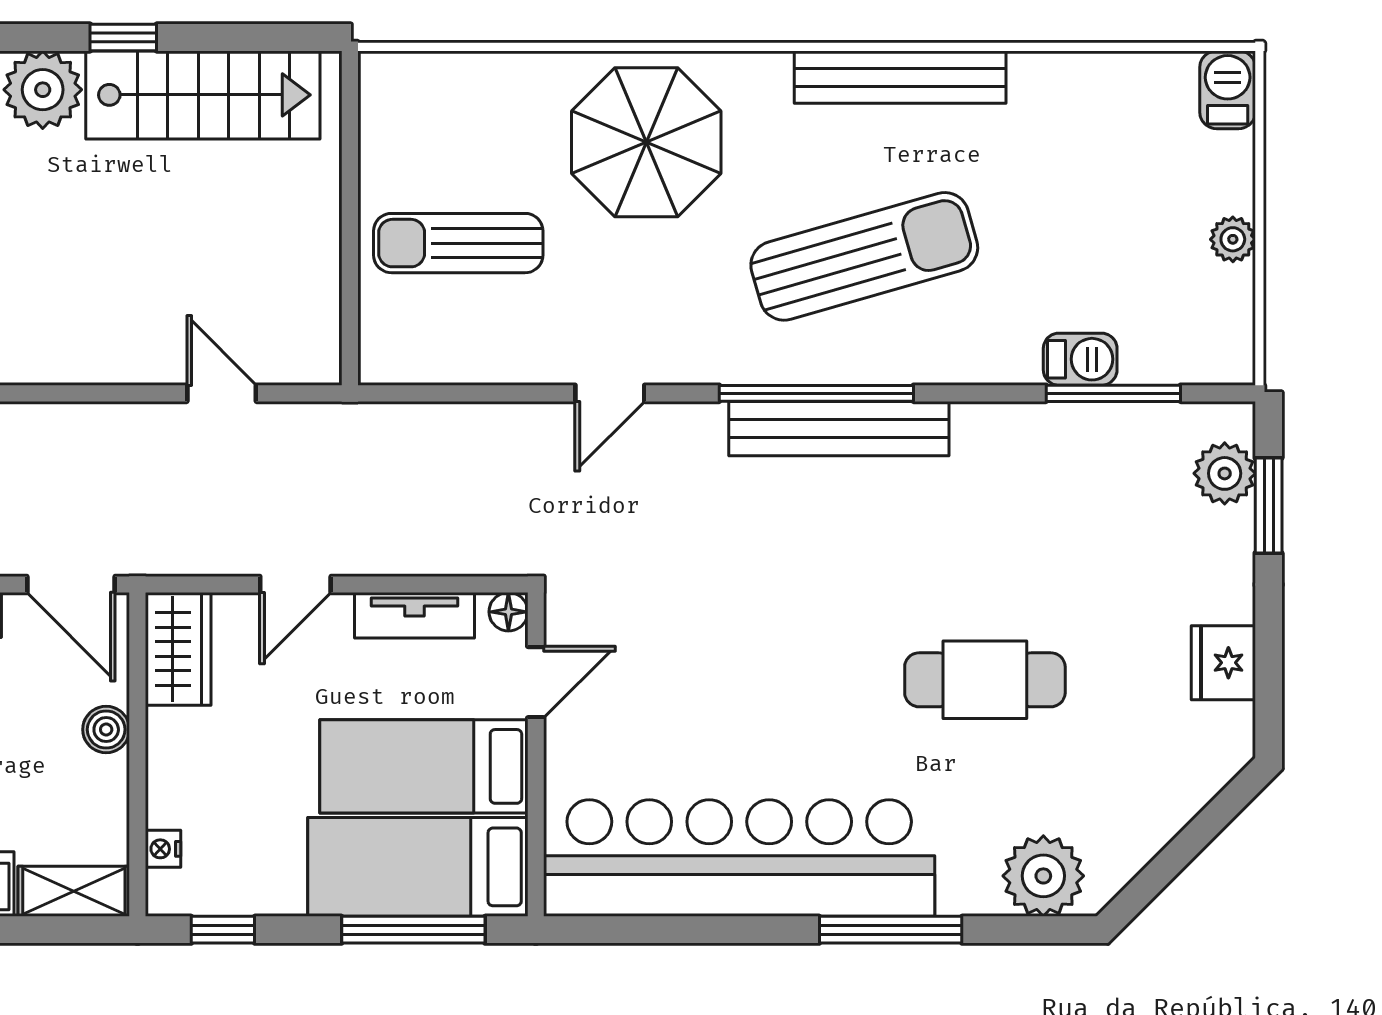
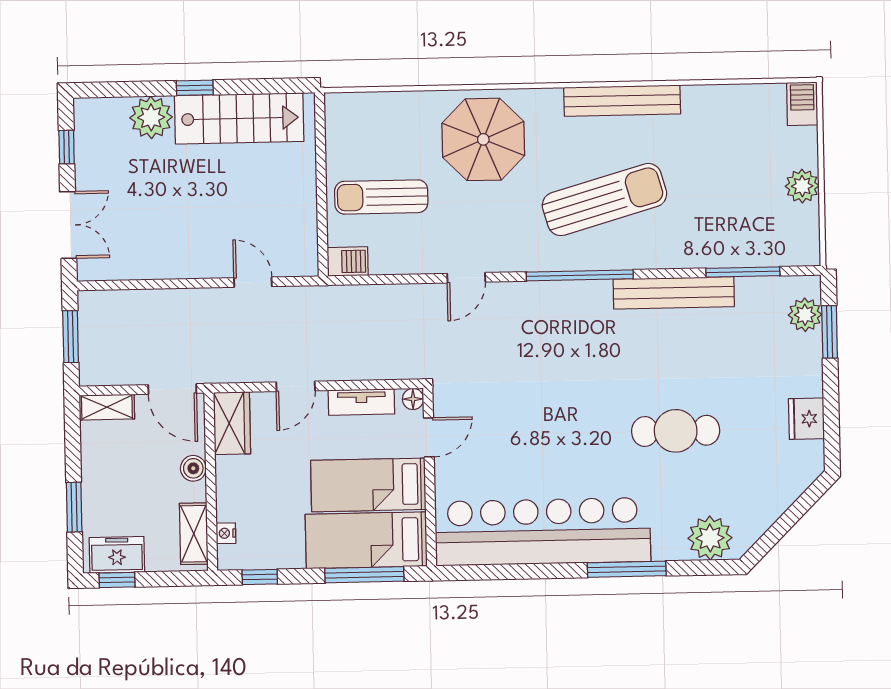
plant: (1233, 239) -> (802, 186), width x1.38, depth x1.38
barbecue: (1080, 359) -> (348, 261), moved
bench: (839, 429) -> (674, 293), moved
shelving: (74, 891) -> (194, 534), moved, turned 90

